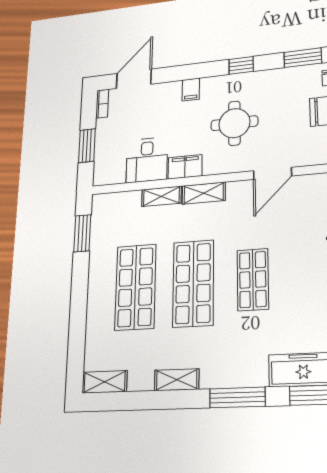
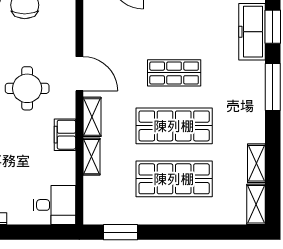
window: (87, 146) -> (34, 232), removed
desk: (147, 160) -> (54, 205), moved
door: (272, 173) -> (79, 74), moved
shelving: (177, 380) -> (256, 163), moved

